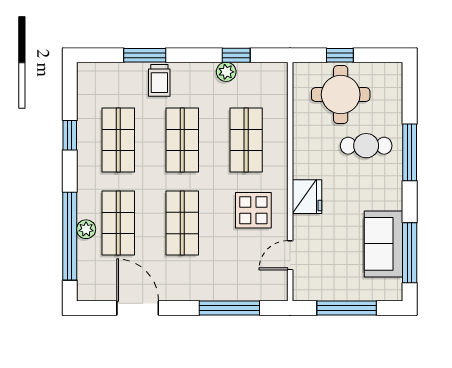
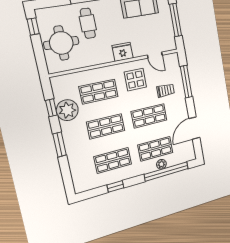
window: (145, 55) -> (60, 145), moved
window: (340, 55) -> (33, 26), moved
plant: (226, 72) -> (67, 110), width x1.87, depth x1.87
trolley: (159, 80) -> (165, 90), moved

